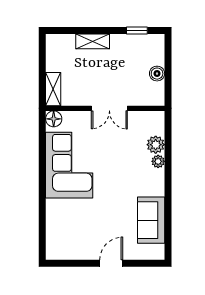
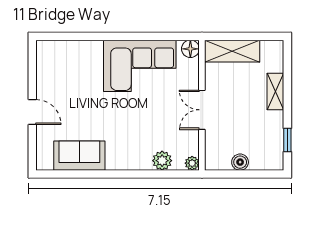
shelving: (53, 89) -> (232, 51), width x1.50, depth x1.33
plant: (158, 161) -> (192, 163), moved

